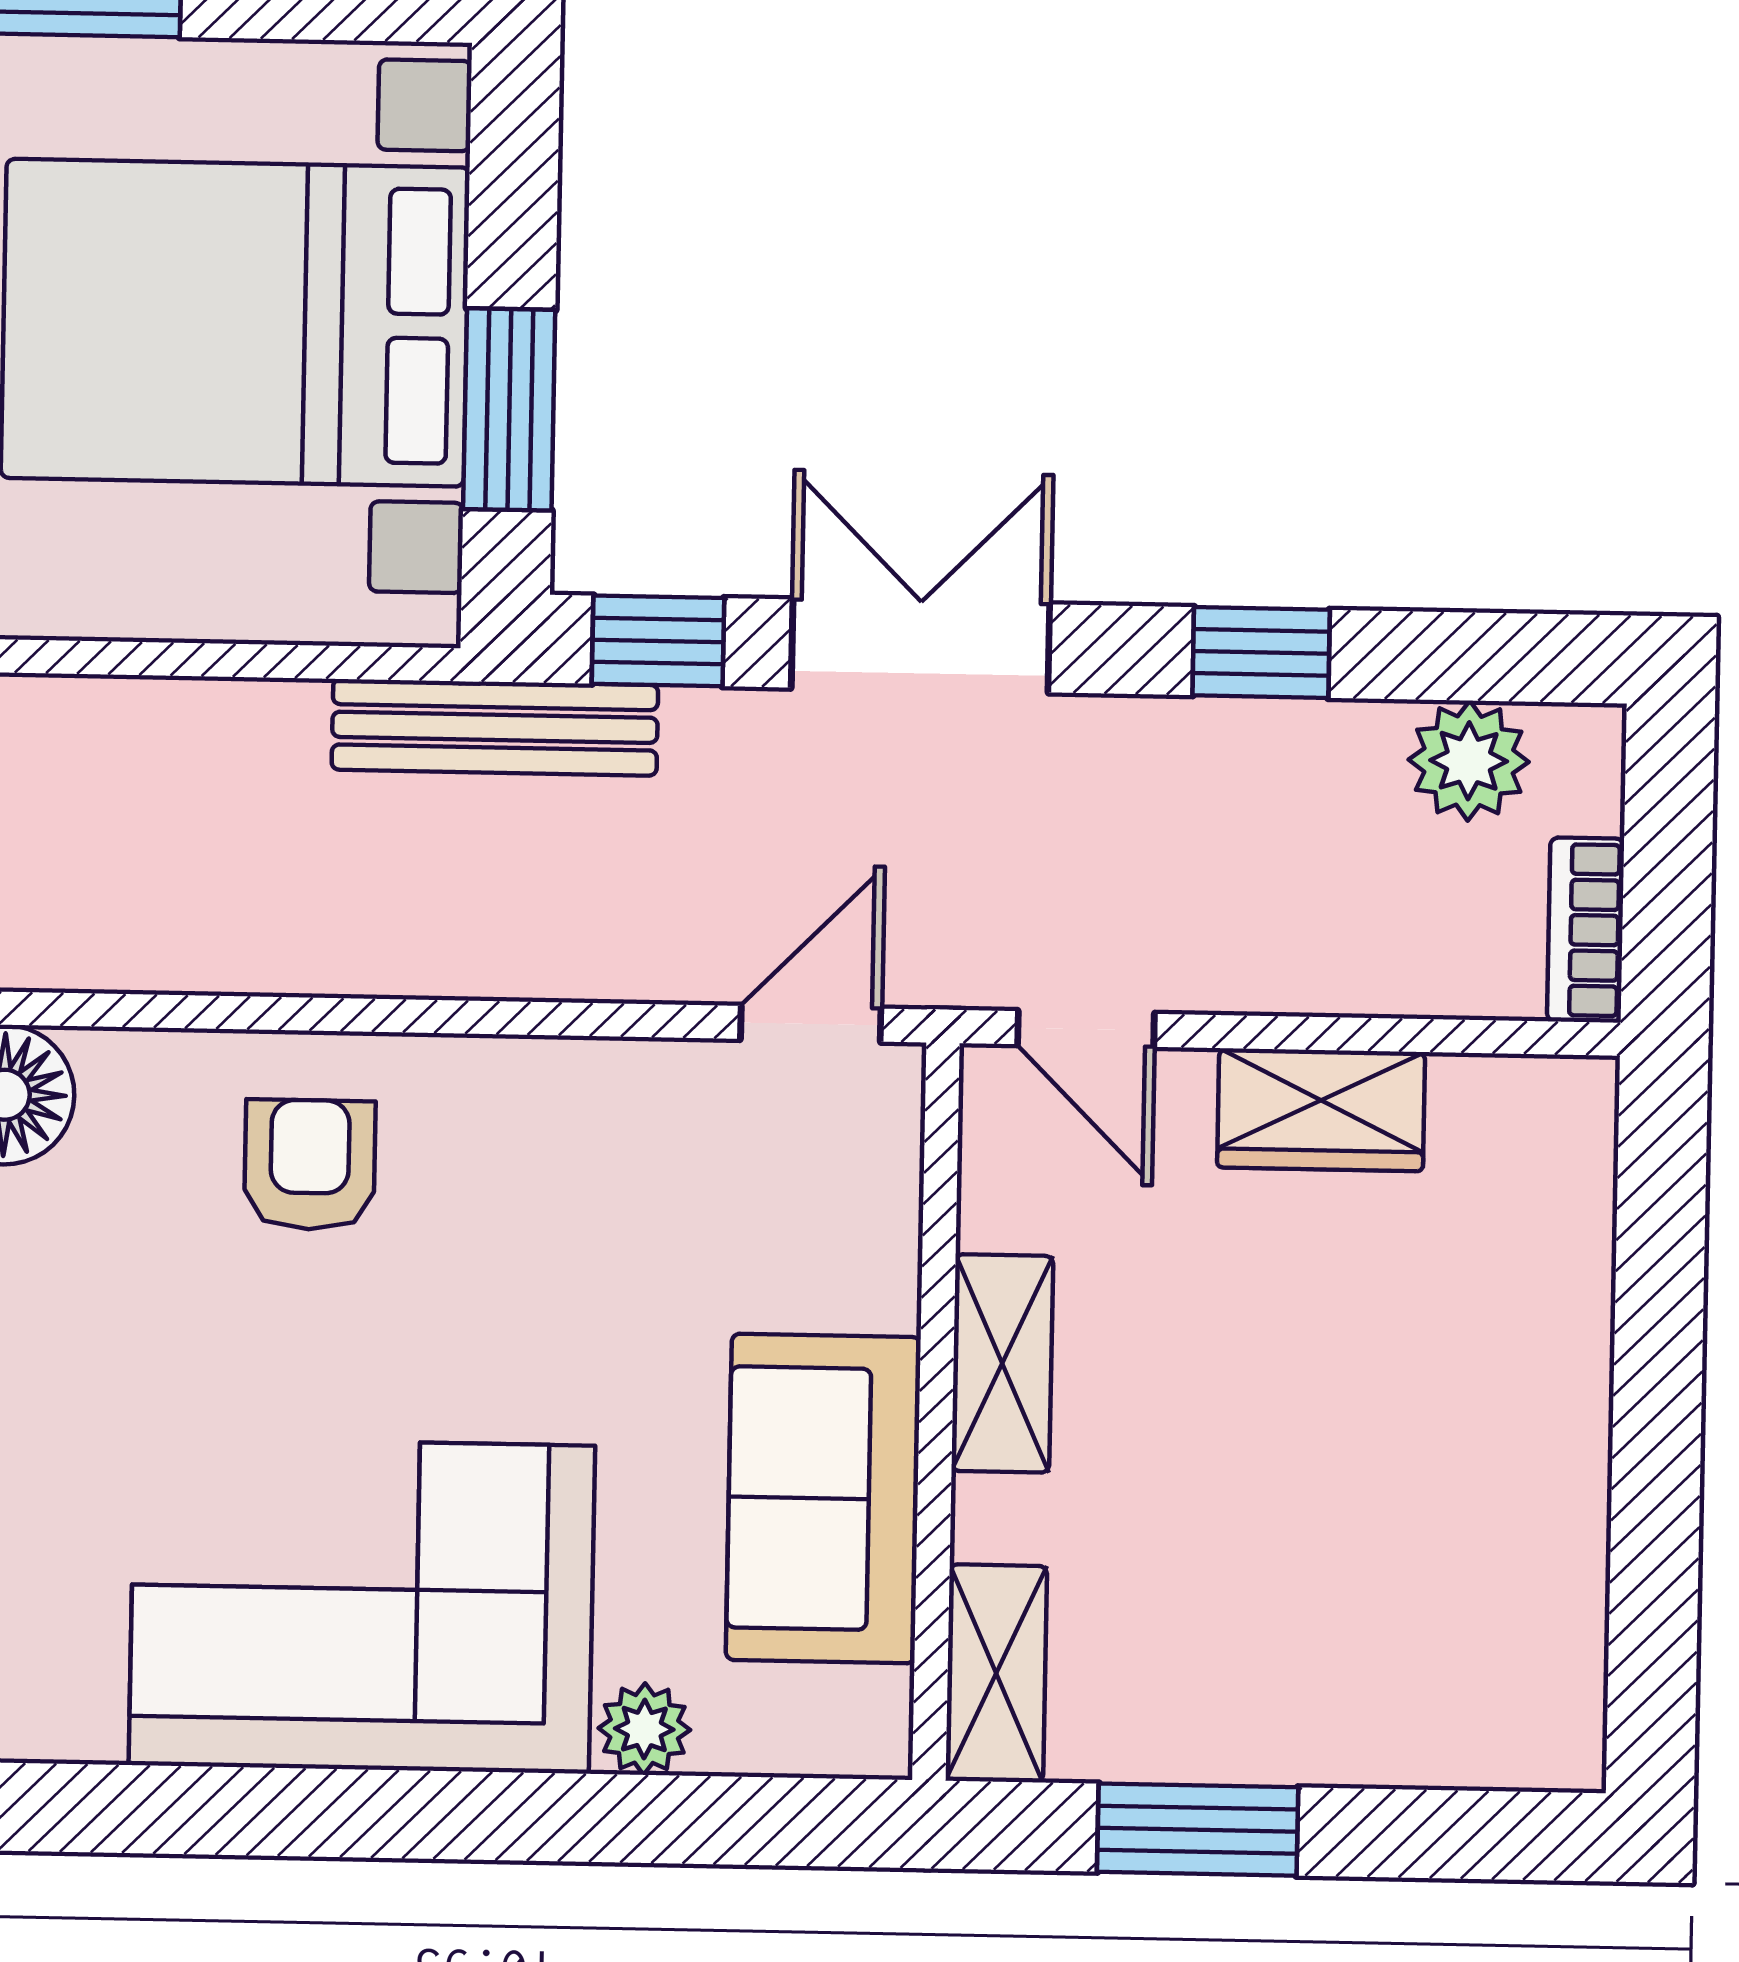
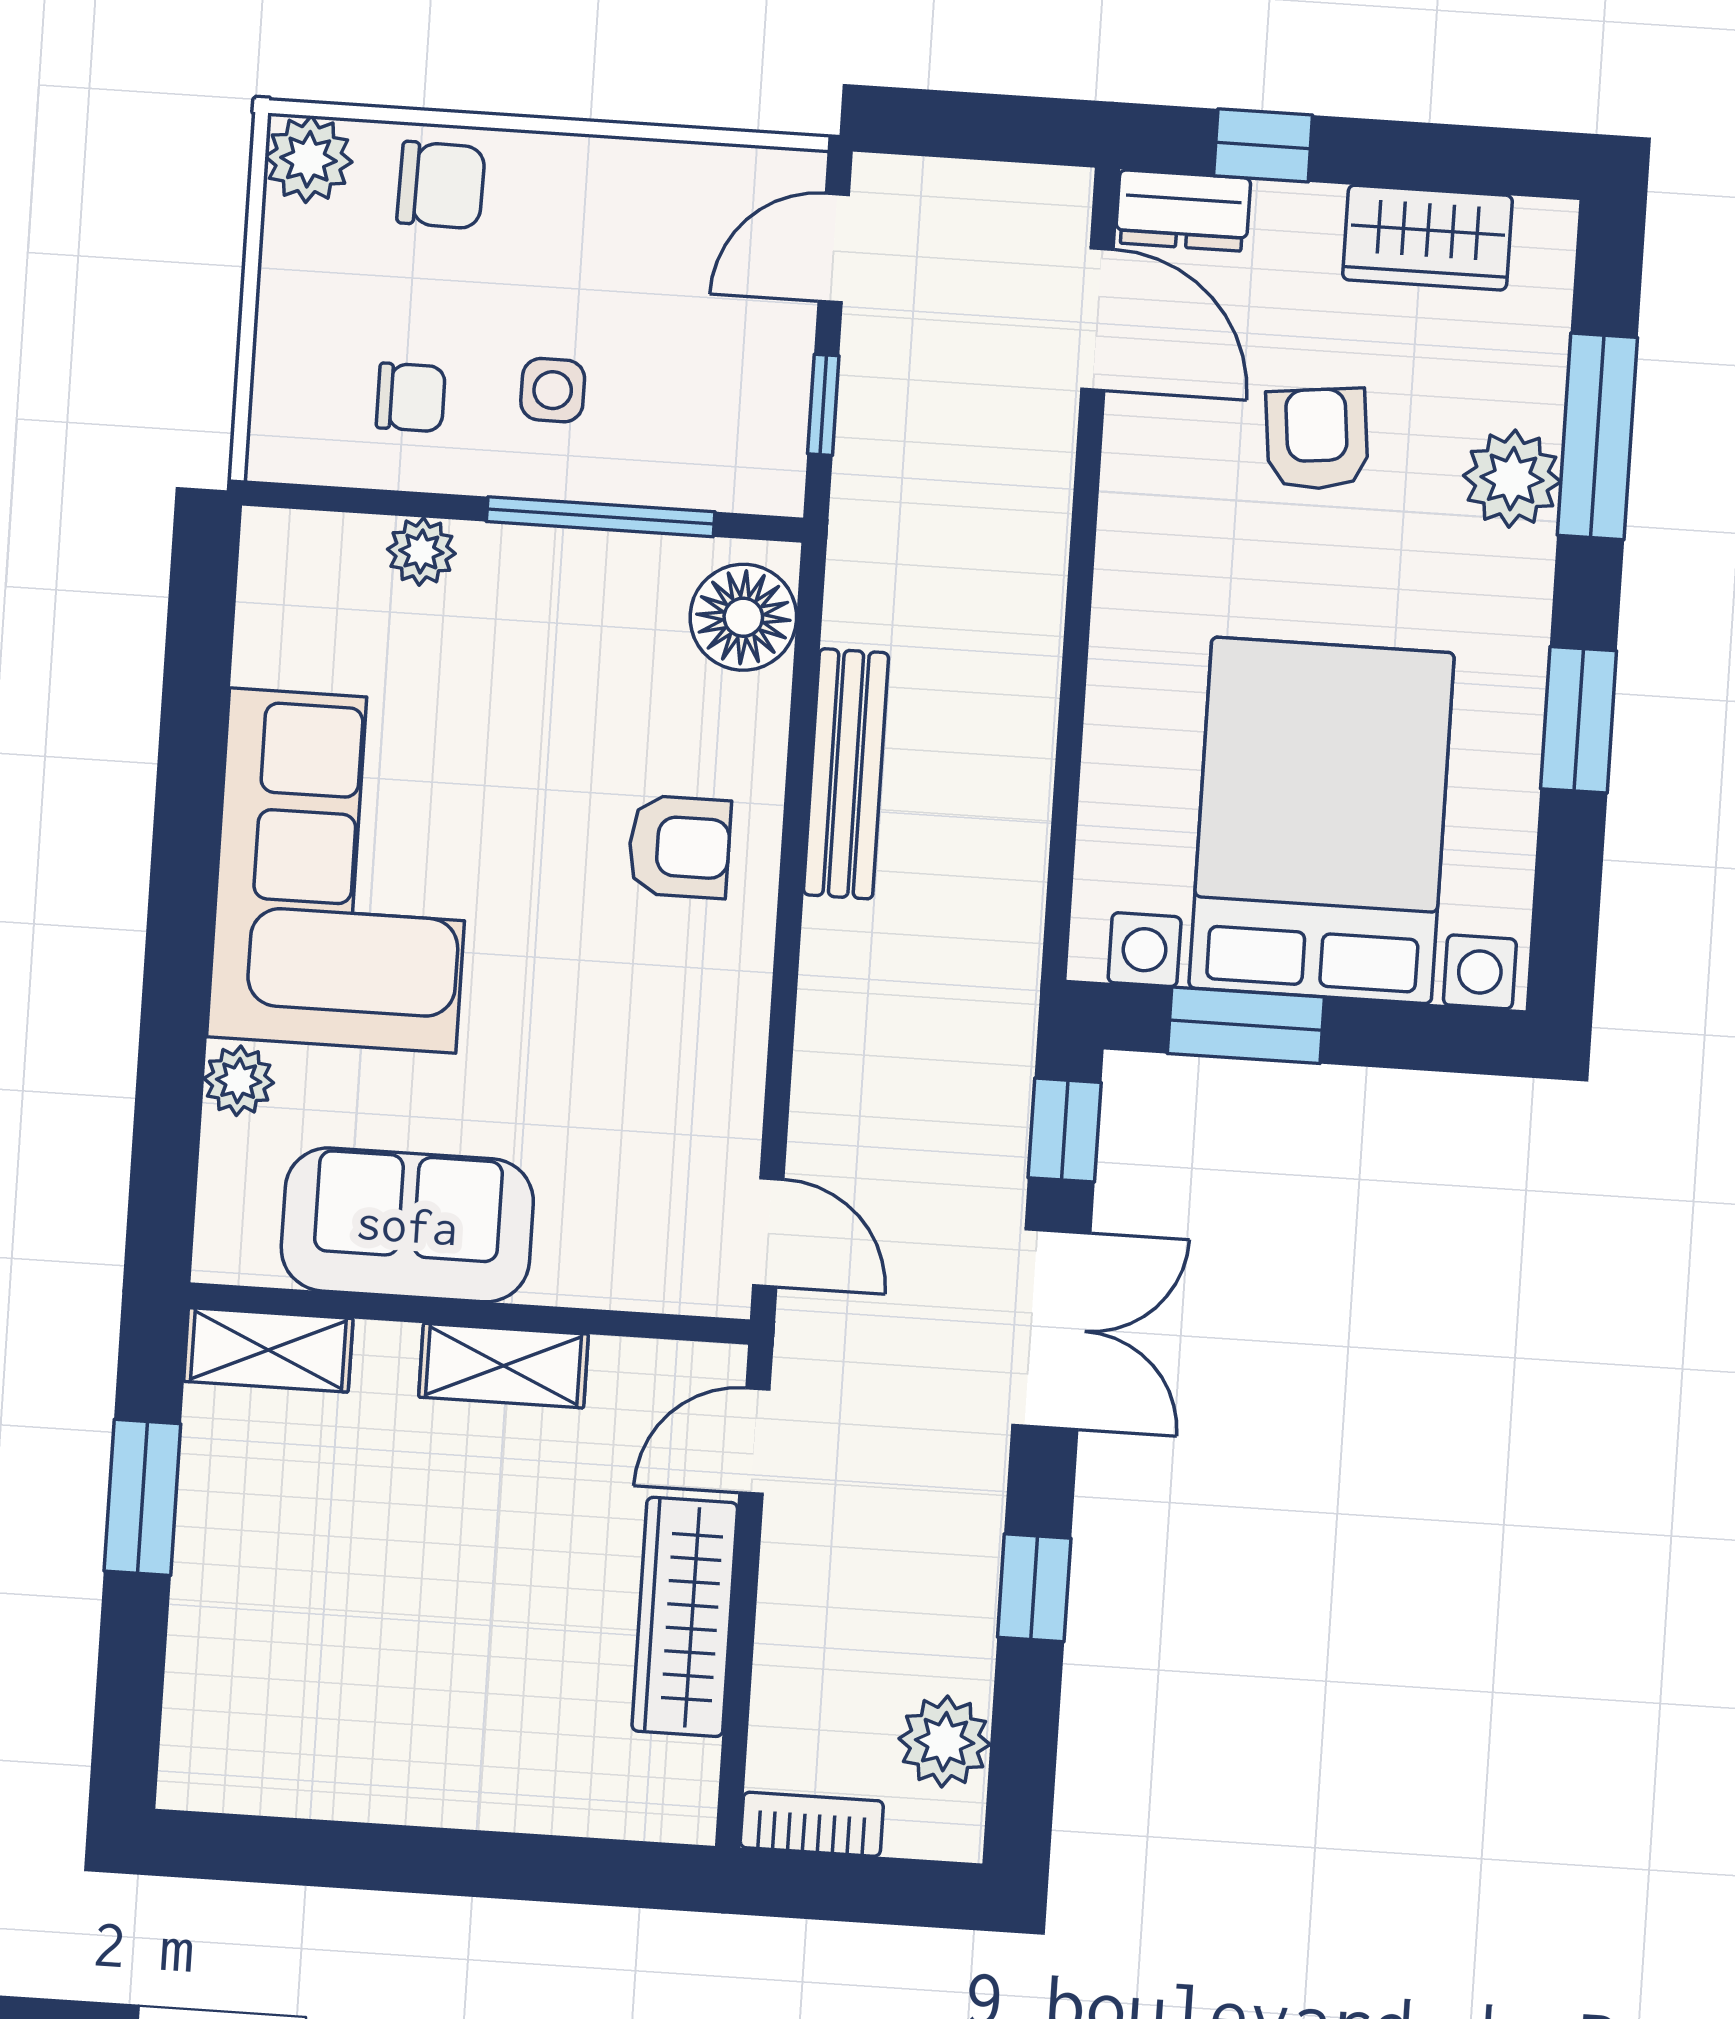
bench: (495, 727) -> (846, 774), moved
wardrobe: (1321, 1110) -> (685, 1617), width x1.50

